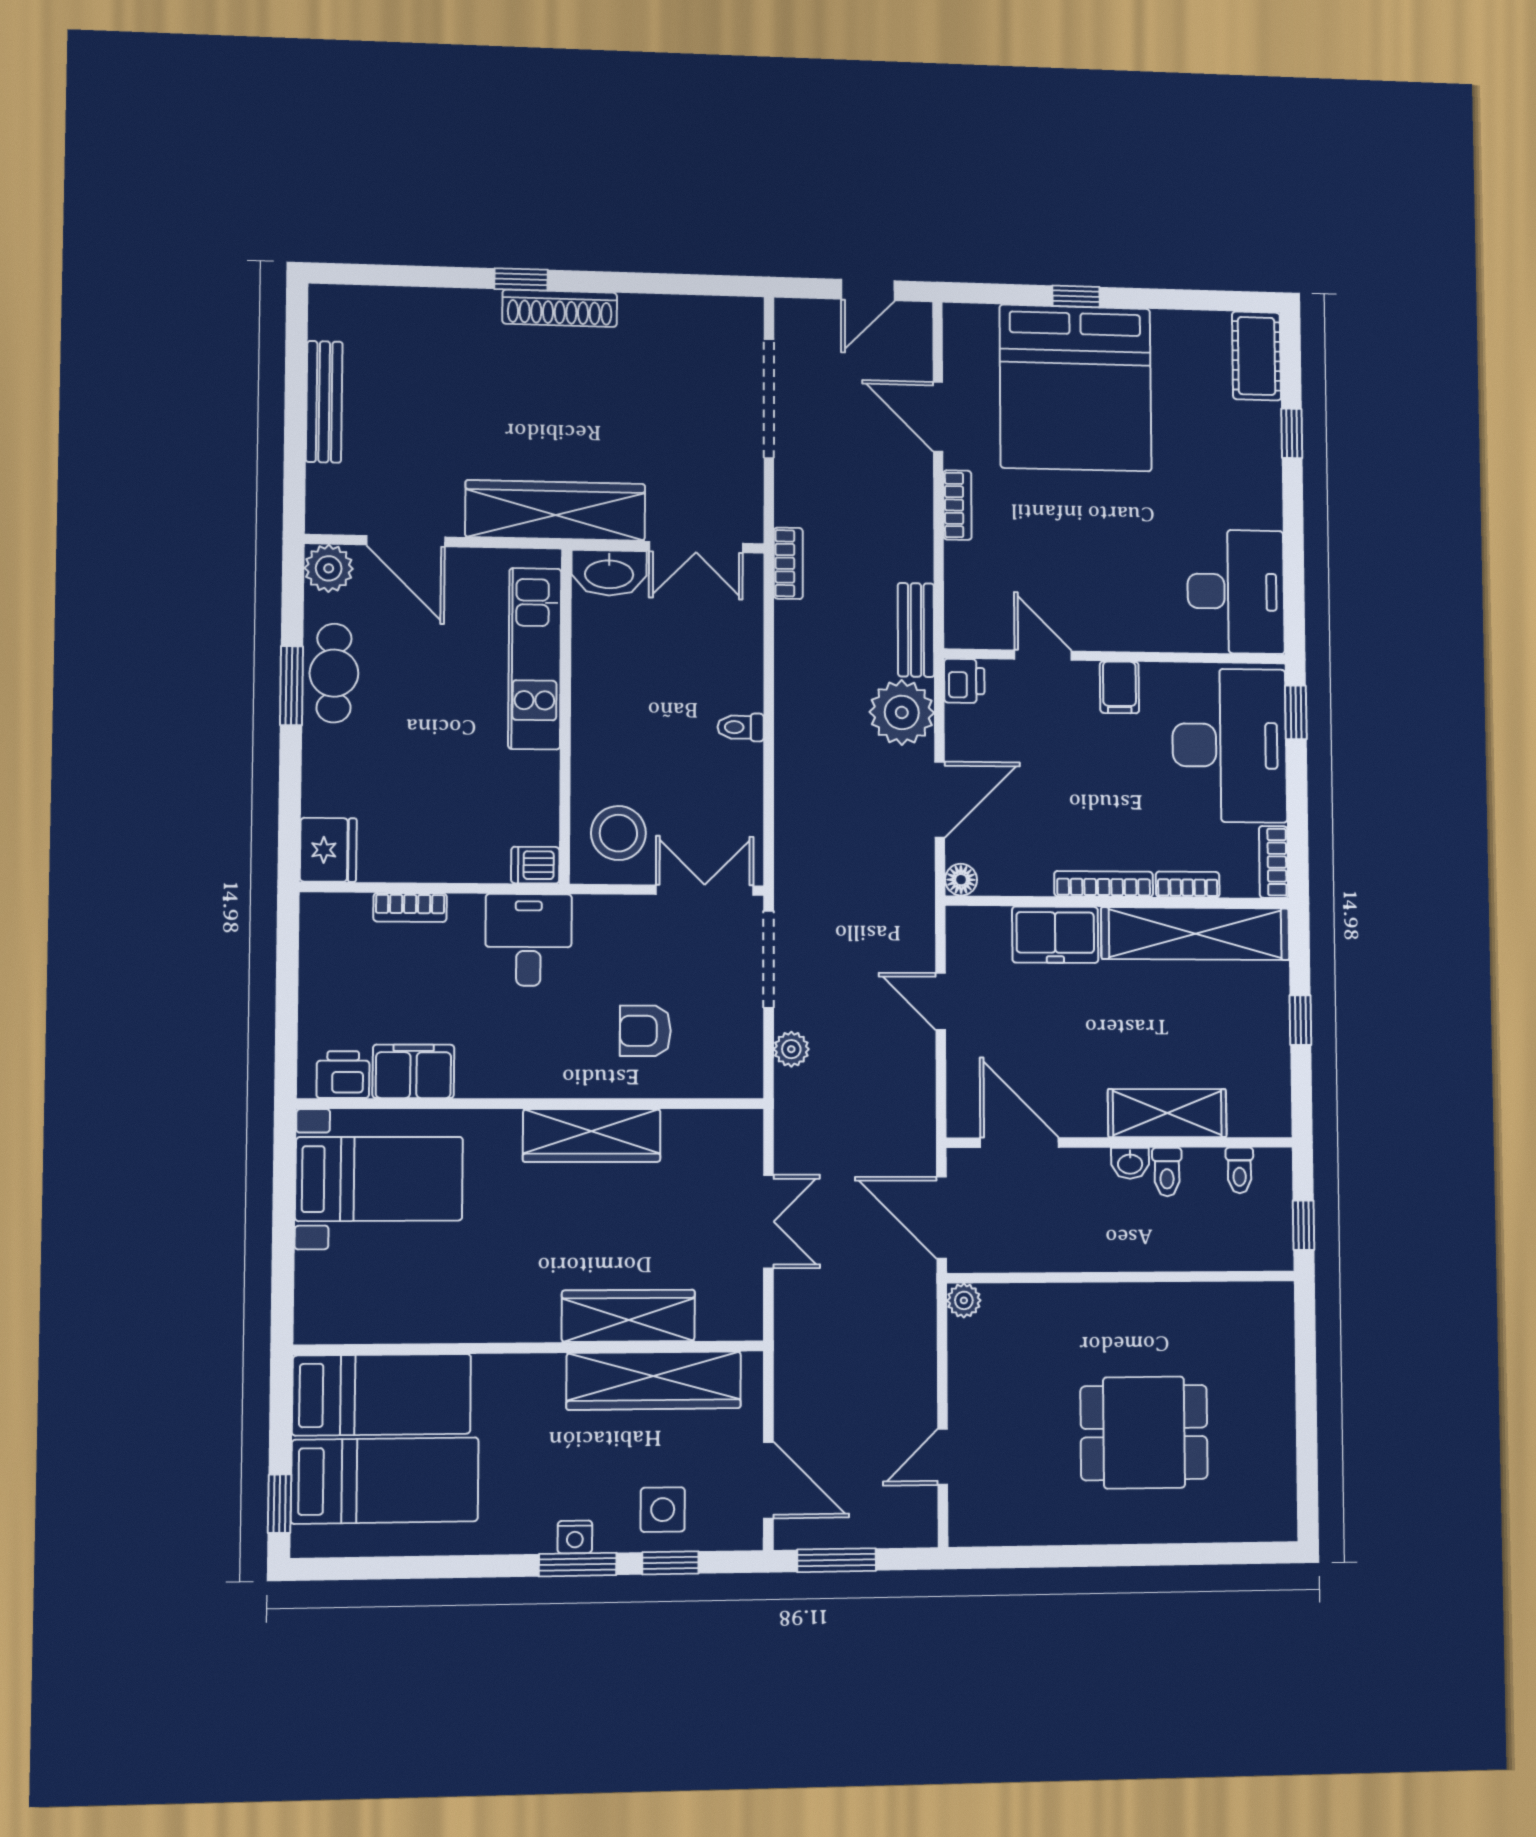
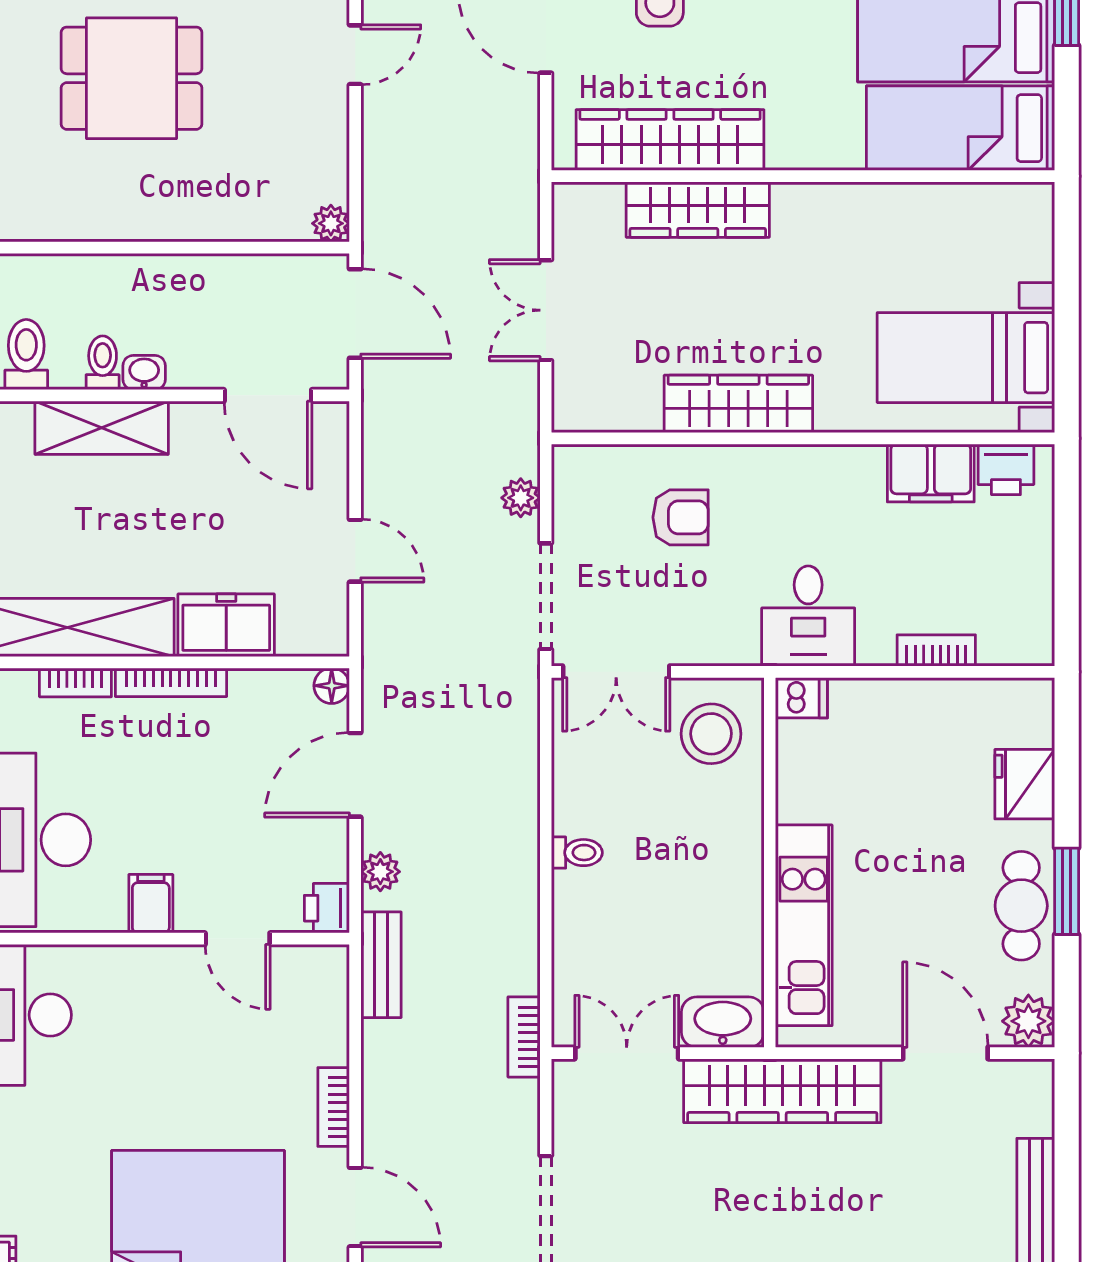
plant: (902, 712) -> (380, 872), width x0.53, depth x0.53
fridge: (328, 850) -> (1025, 784), moved
toilet: (1240, 1170) -> (26, 355), width x1.37, depth x1.39

